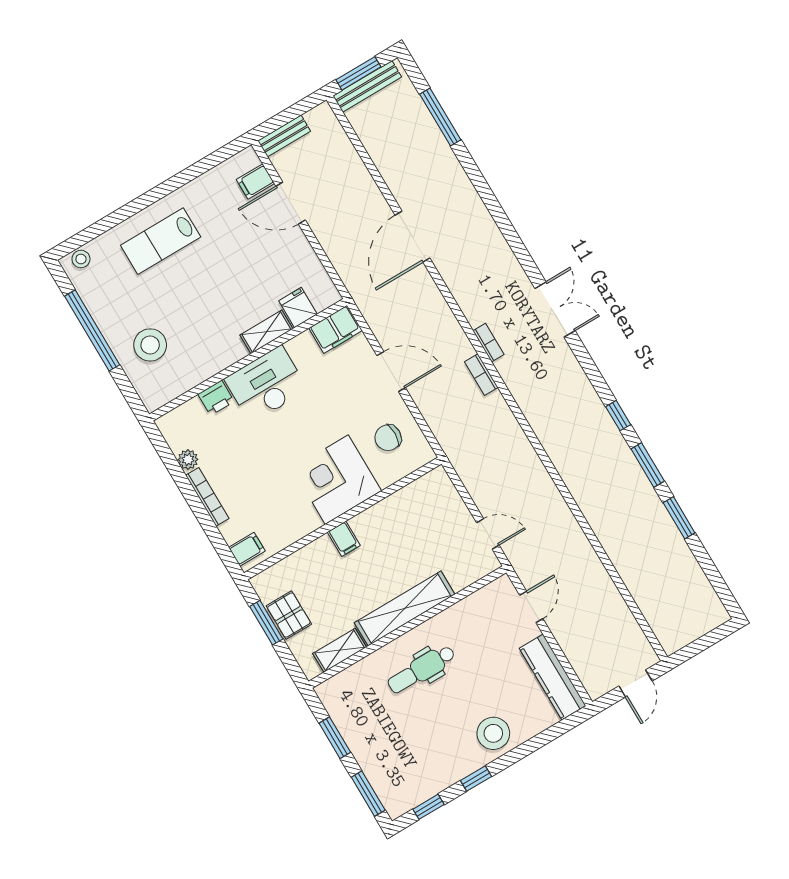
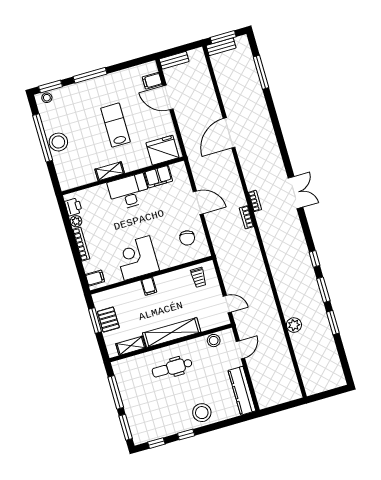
bench: (367, 86) -> (221, 47), width x0.73
window: (145, 200) -> (90, 75), added
window: (82, 238) -> (50, 87), added
lab bench: (161, 241) -> (115, 125), moved, turned 90
fridge: (298, 308) -> (163, 150), width x1.88, depth x1.34
filing cabinet: (336, 329) -> (158, 177), moved
shelving: (266, 332) -> (110, 171), moved
stool: (150, 345) -> (58, 142), moved
printer: (216, 398) -> (73, 207), moved, turned -90
chair: (388, 438) -> (187, 238), turned -82
corner desk: (337, 480) -> (137, 258), moved
trolley: (426, 501) -> (199, 277), added
plant: (613, 540) -> (294, 325), added
stool: (481, 603) -> (214, 341), added
door: (635, 684) -> (286, 406), removed
window: (335, 738) -> (116, 392), width x1.44

